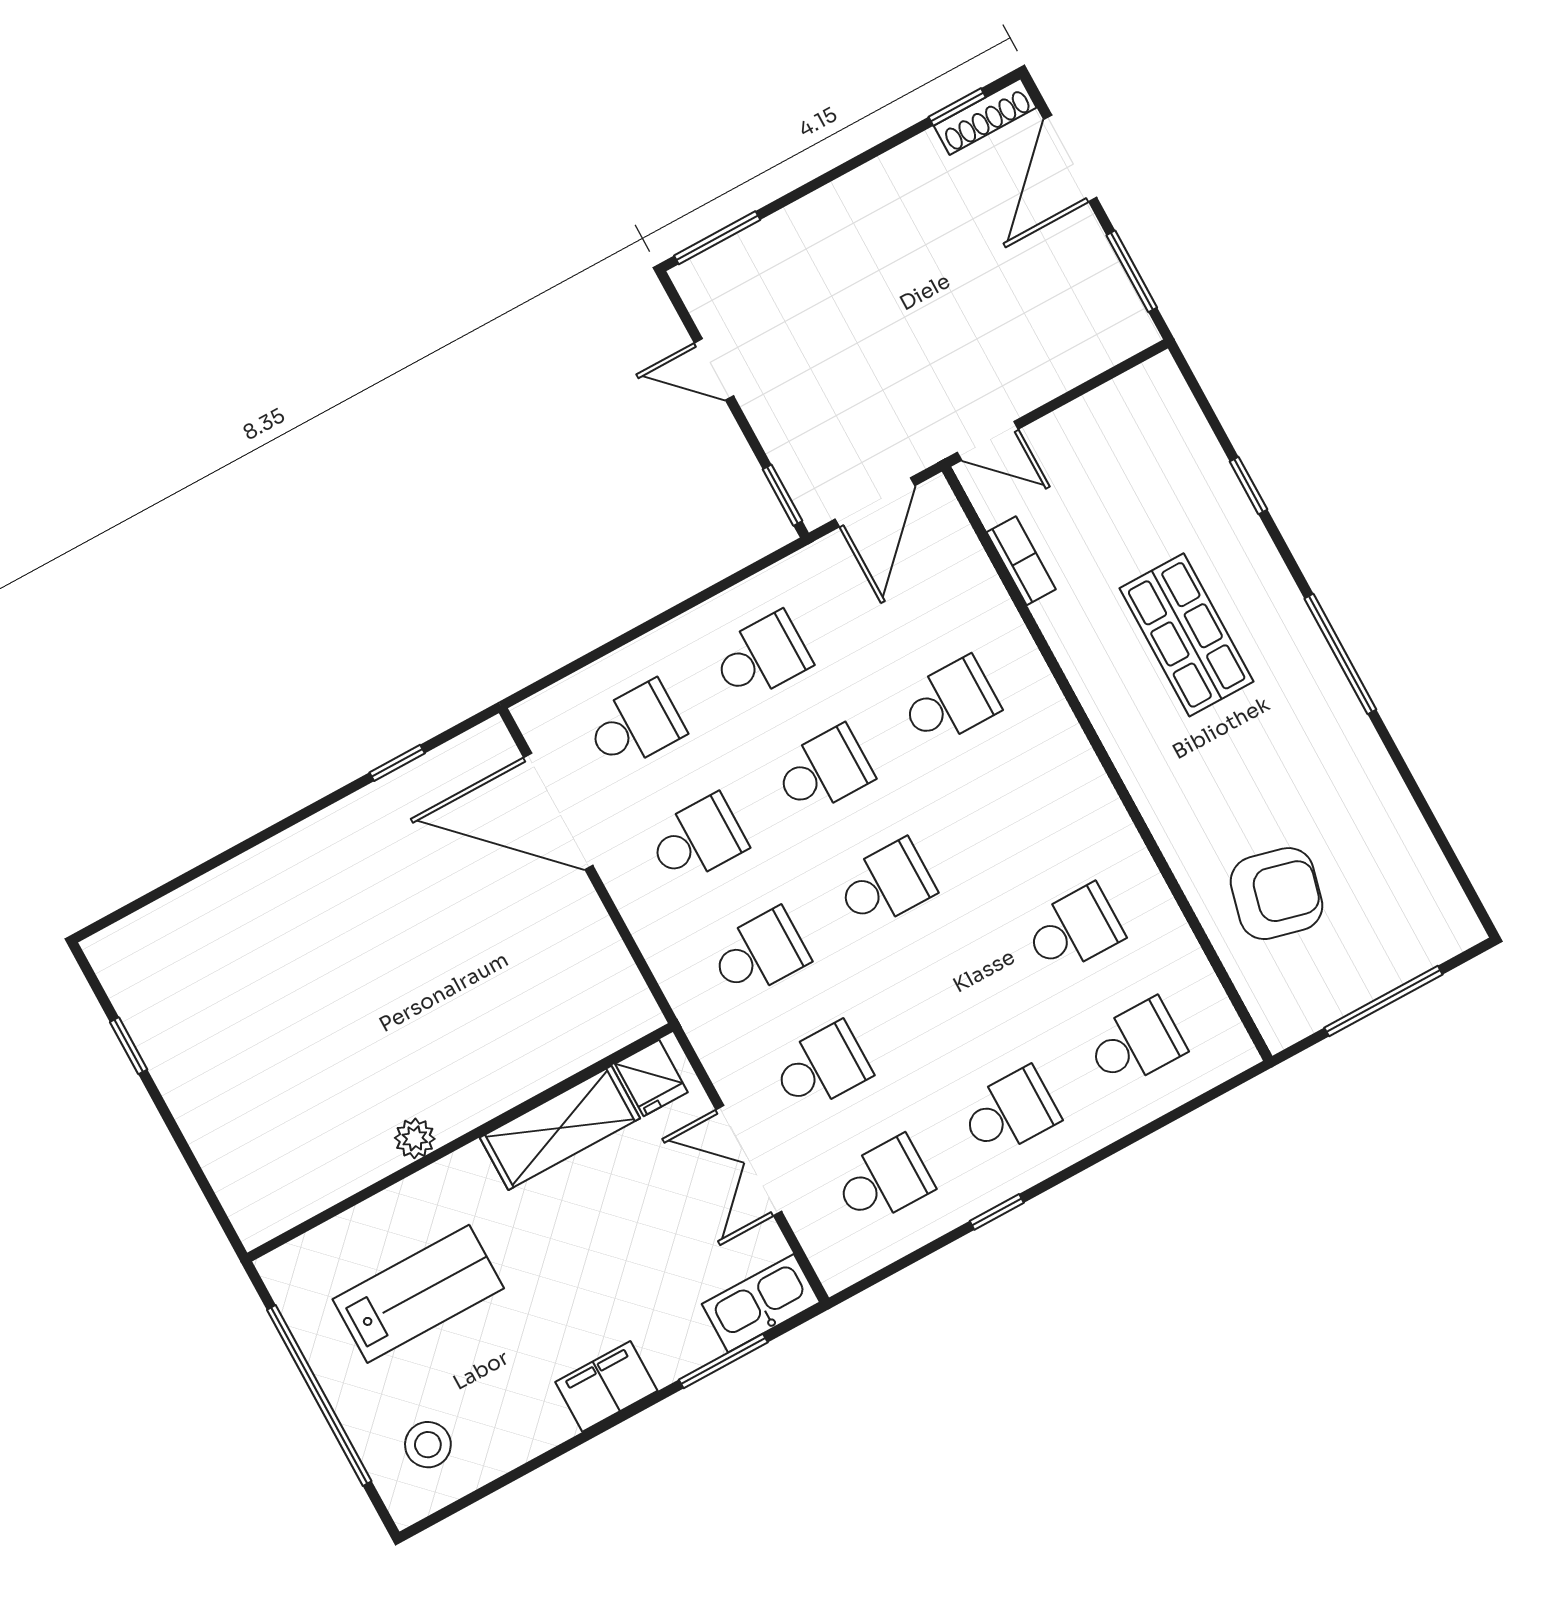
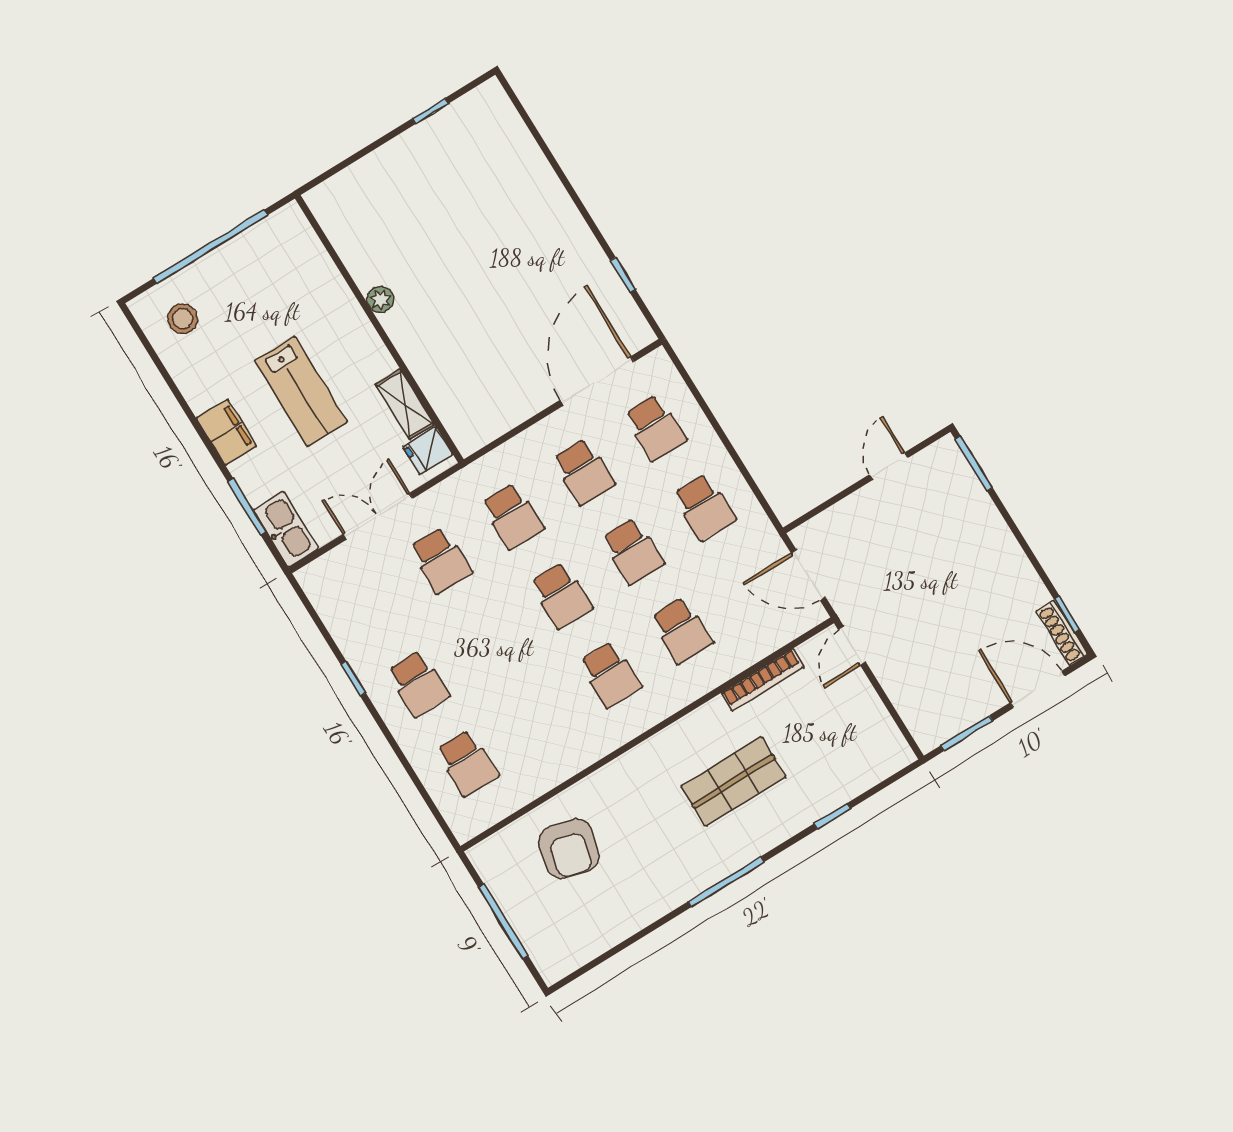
window: (782, 495) -> (810, 515), removed
bookcase: (1021, 561) -> (763, 680), width x1.56
school desk: (1074, 930) -> (610, 675), moved
shelving: (560, 1128) -> (405, 404), width x0.67, depth x0.75
school desk: (883, 1181) -> (369, 604), removed
lab bench: (418, 1294) -> (301, 391), moved

